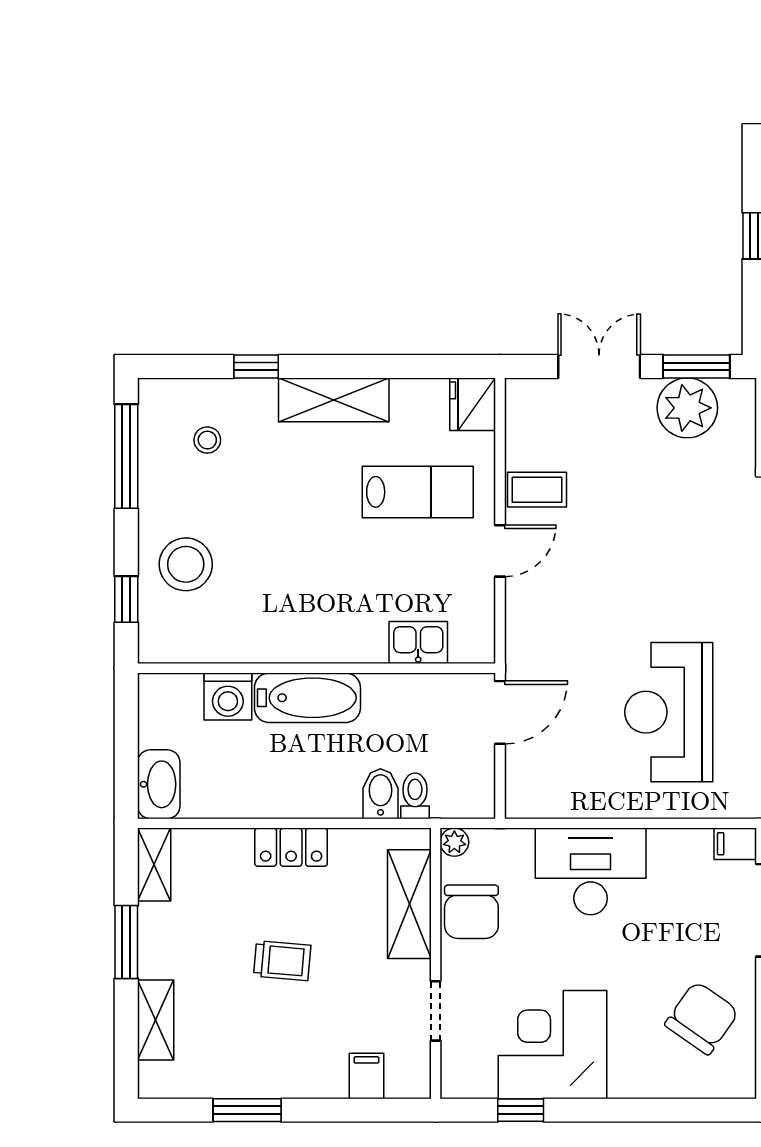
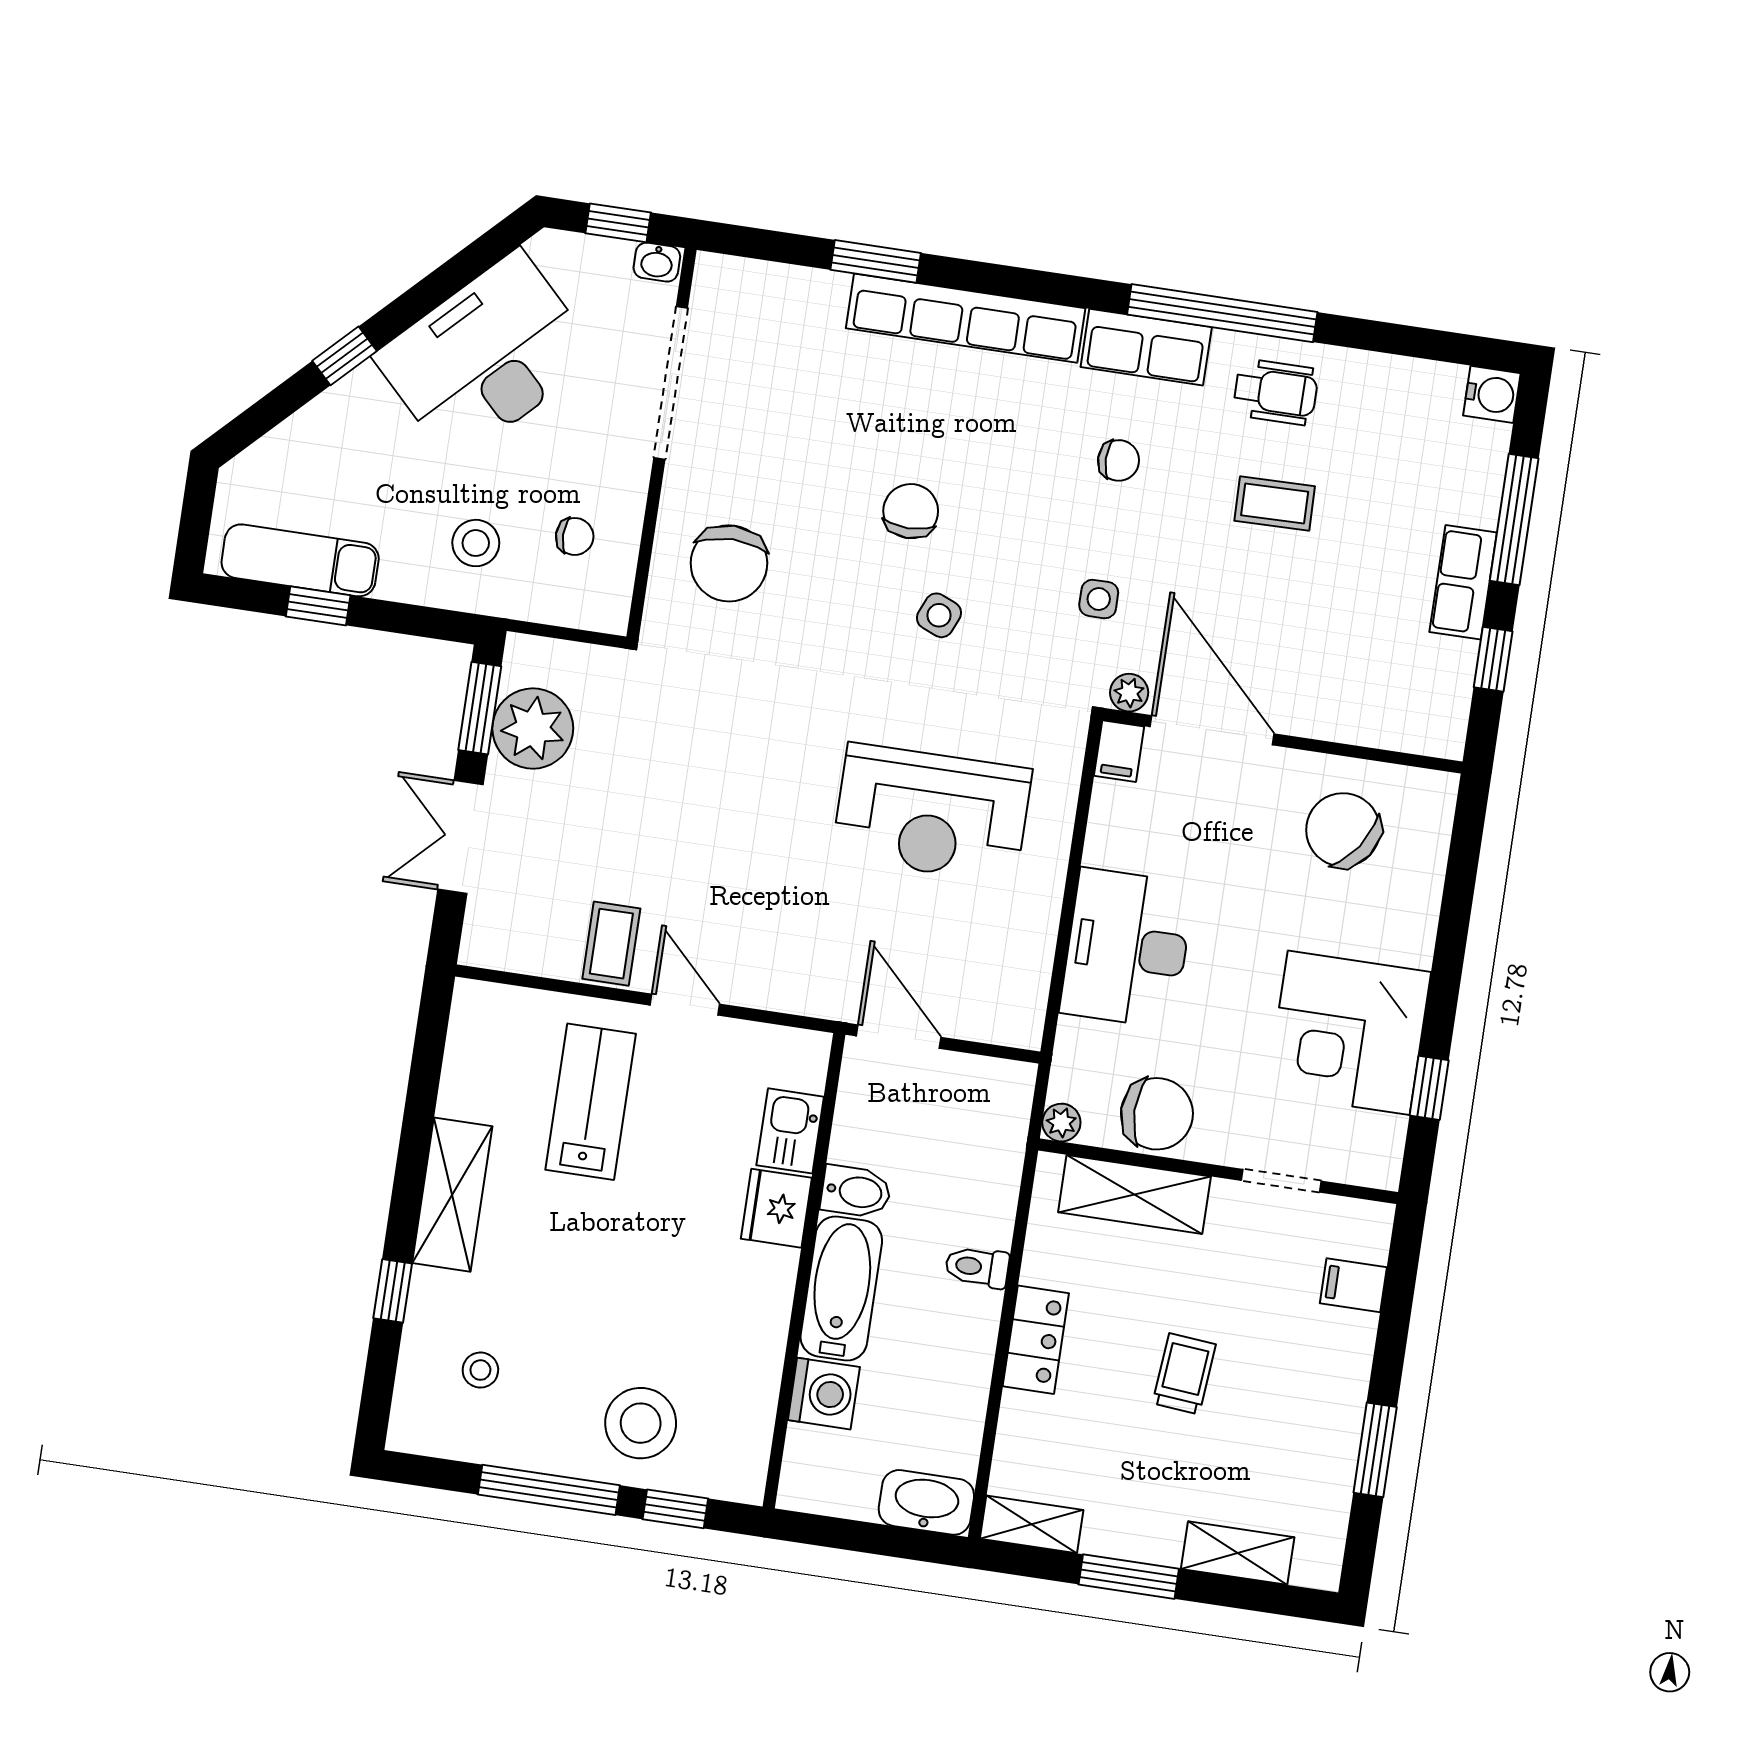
fridge: (473, 404) -> (776, 1208), moved, turned 90
window: (126, 456) -> (549, 1490), moved
bidet: (380, 794) -> (856, 1192), moved, turned 180
toilet: (415, 796) -> (977, 1267), moved

